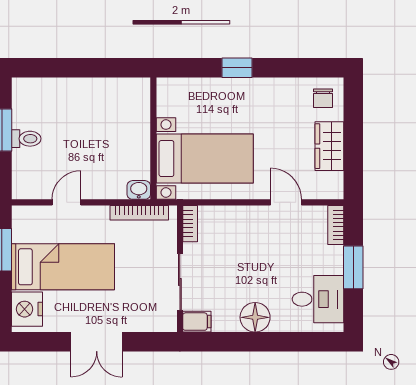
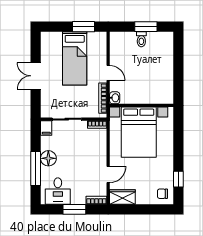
window: (237, 68) -> (178, 179), moved
wardrobe: (329, 146) -> (122, 197), moved
bed with nightstands: (205, 159) -> (139, 132), width x1.36
door: (67, 202) -> (108, 73), moved
nightstand: (27, 309) -> (53, 40), removed
window: (275, 342) -> (36, 169), added

